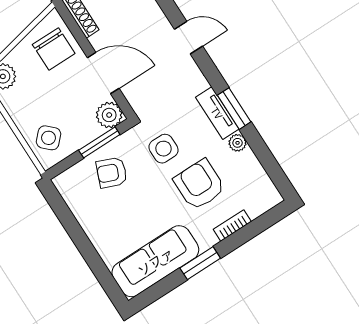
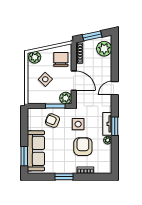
door: (188, 38) -> (115, 88), swing flipped
chair: (54, 49) -> (61, 59), turned 180
side table: (49, 138) -> (45, 79), moved
sofa: (155, 261) -> (36, 151), moved, turned 90
window: (102, 273) -> (24, 156), added

